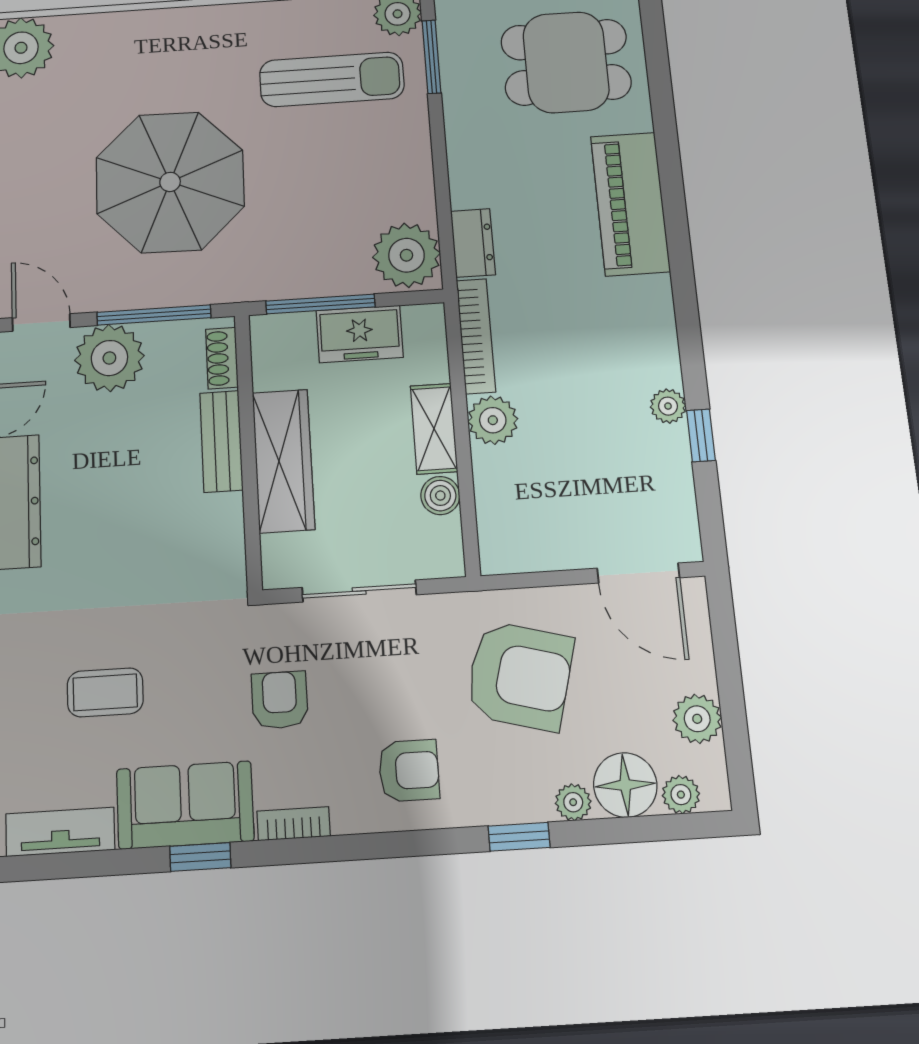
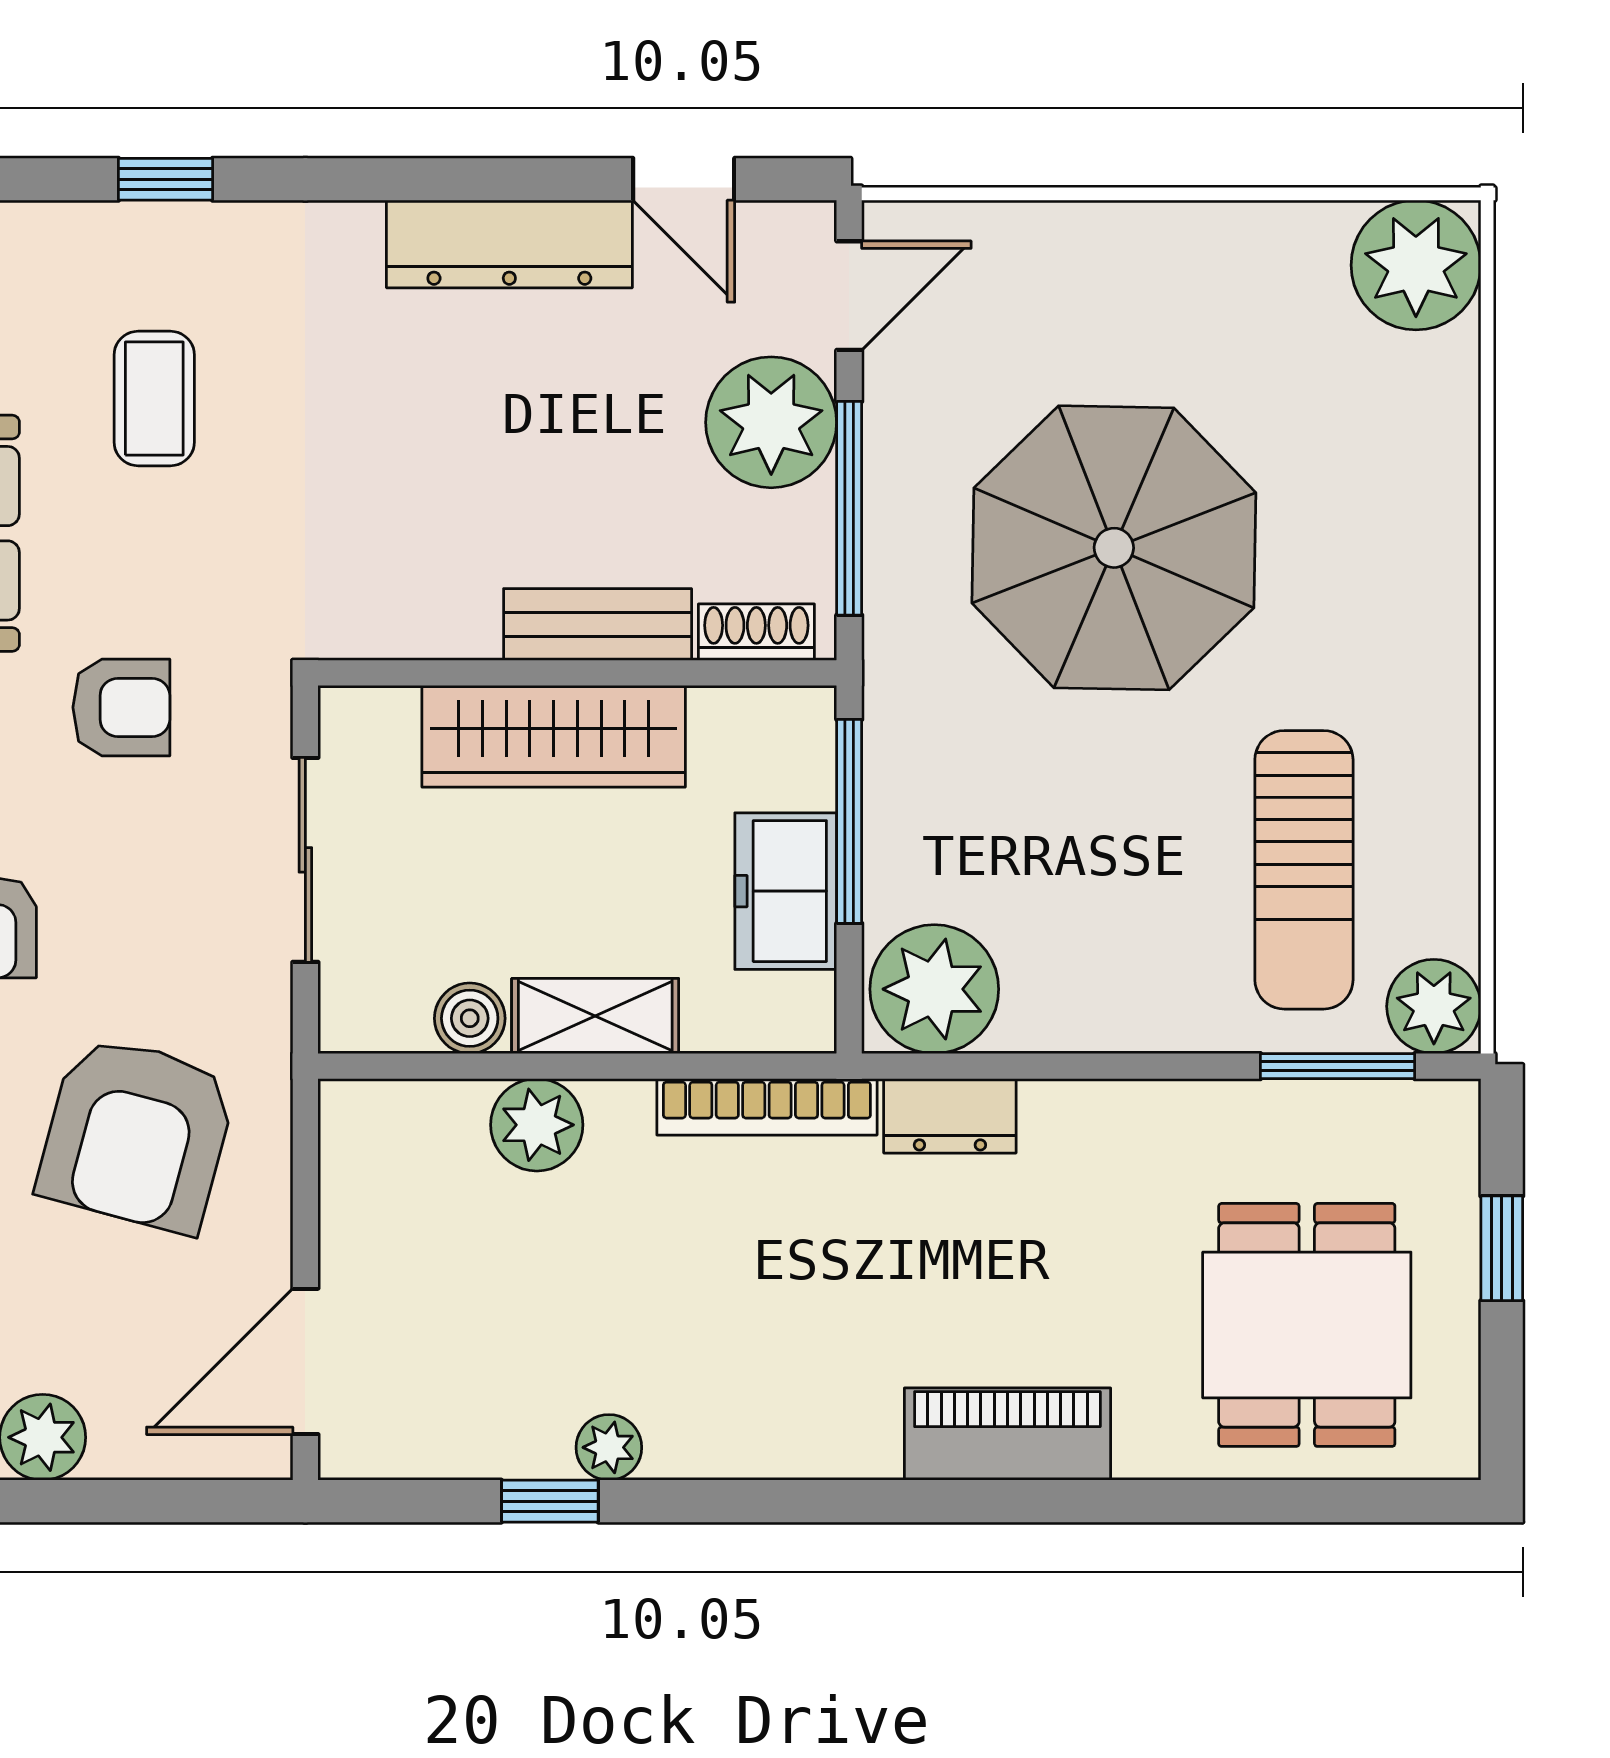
piano: (630, 204) -> (1007, 1434), width x0.73, depth x0.75
plant: (493, 420) -> (537, 1125), moved

